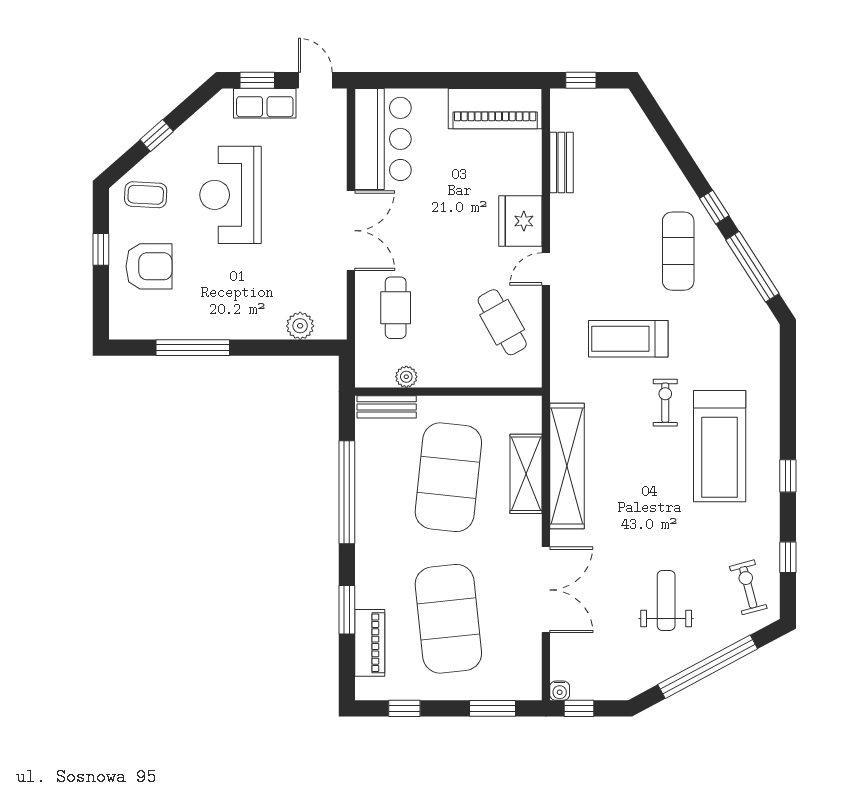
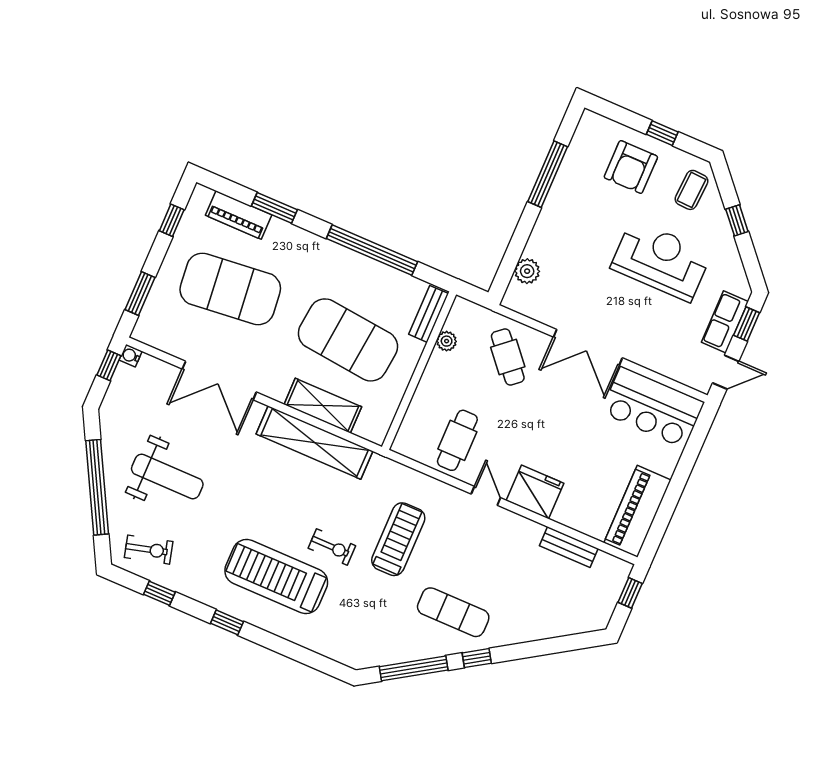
cafe table: (396, 308) -> (508, 357), turned 49
cafe table: (502, 322) -> (457, 440), turned -61
weight bench: (666, 600) -> (167, 477), width x1.36, depth x1.33

